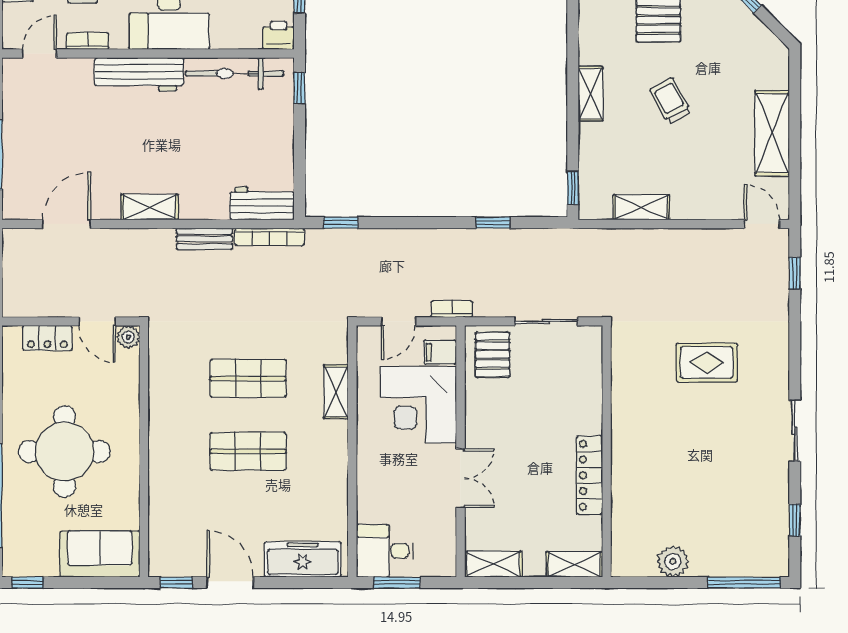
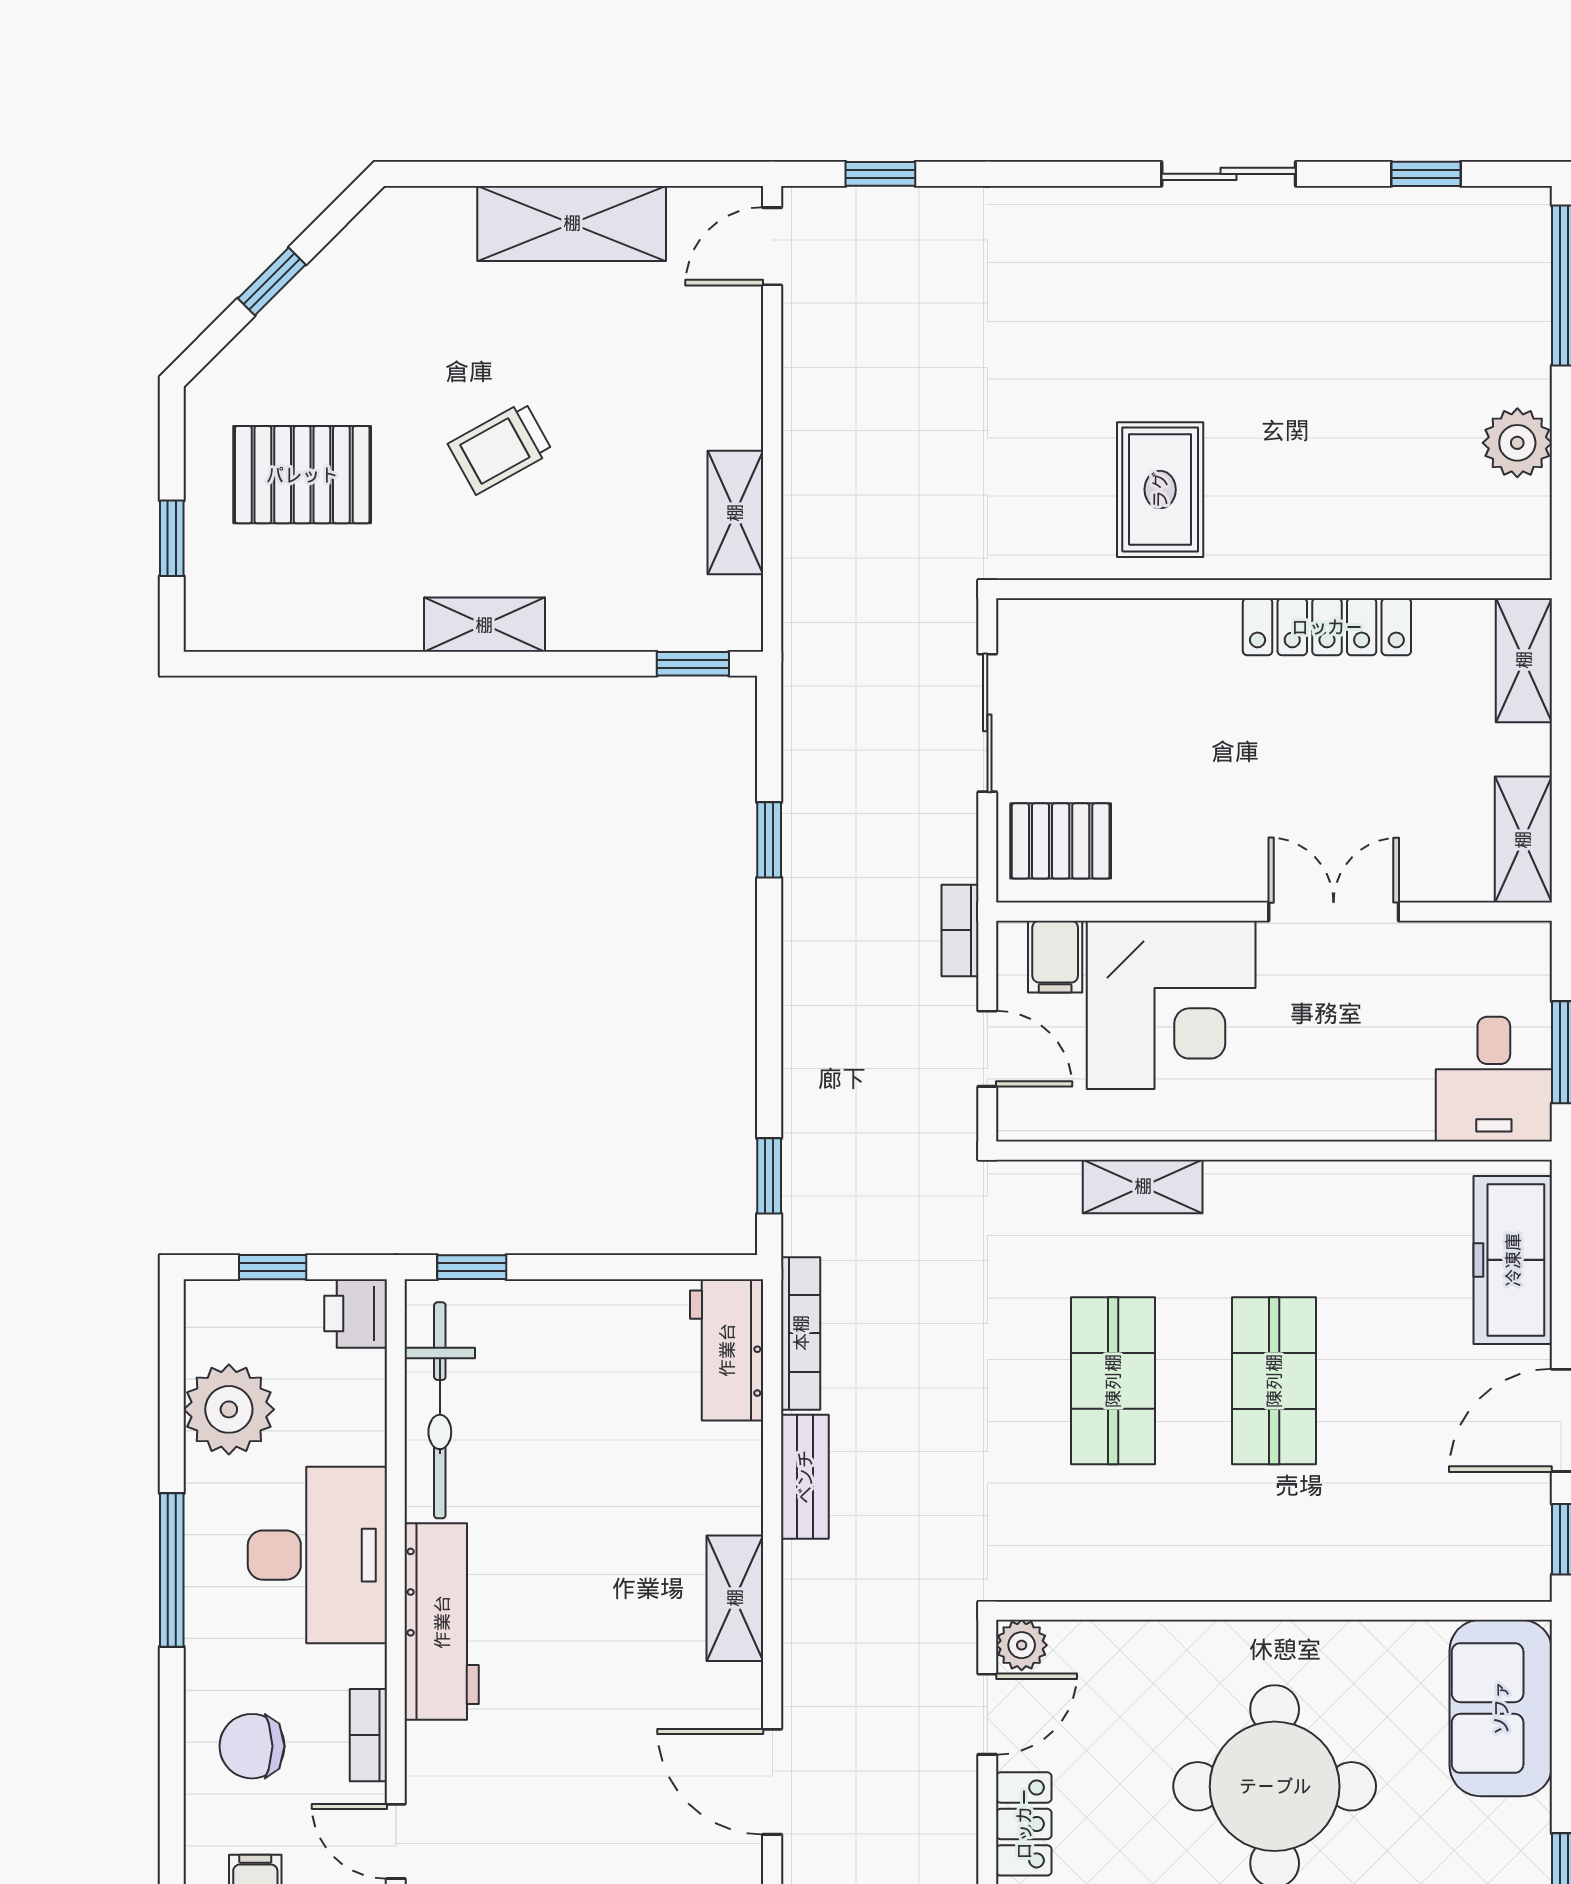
rug: (707, 363) -> (1160, 490), moved

